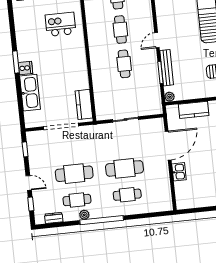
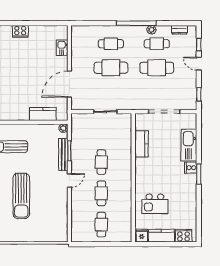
kitchen counter: (84, 104) -> (141, 144), moved
kitchen sink: (179, 172) -> (62, 48), moved

